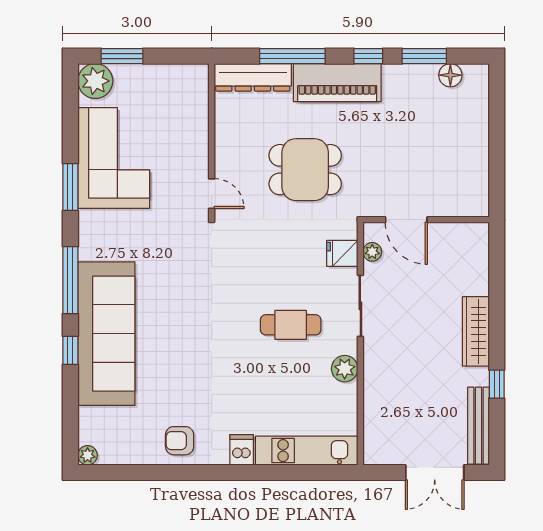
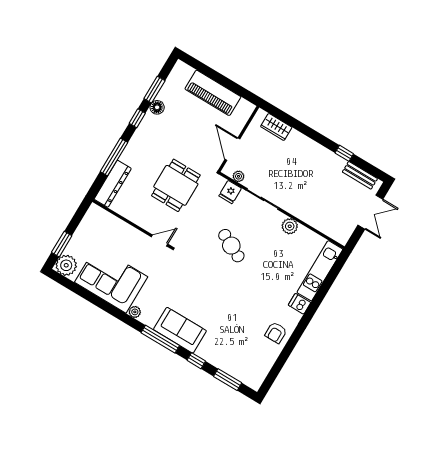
floor lamp: (450, 75) -> (157, 107), moved
piano: (337, 83) -> (213, 93), moved, turned 90
window: (70, 187) -> (228, 380), moved
door: (406, 220) -> (232, 149), swing flipped
cafe table: (291, 325) -> (231, 246), moved, turned -63
wardrobe: (476, 331) -> (276, 127), moved, width x0.67
sofa: (106, 334) -> (180, 330), width x0.54, depth x0.79
bench: (479, 426) -> (360, 175), width x0.73
plant: (88, 455) -> (135, 312), moved

